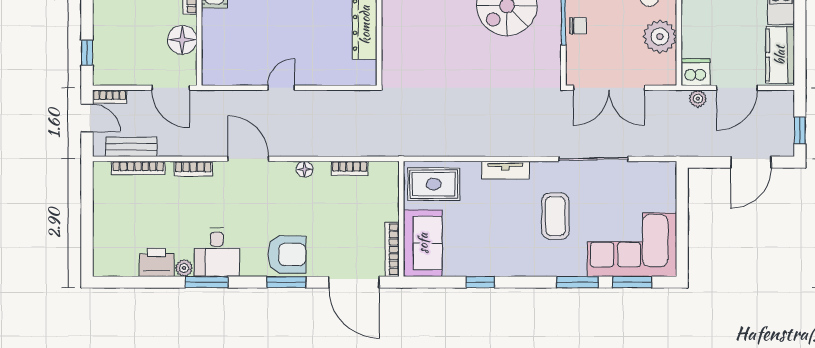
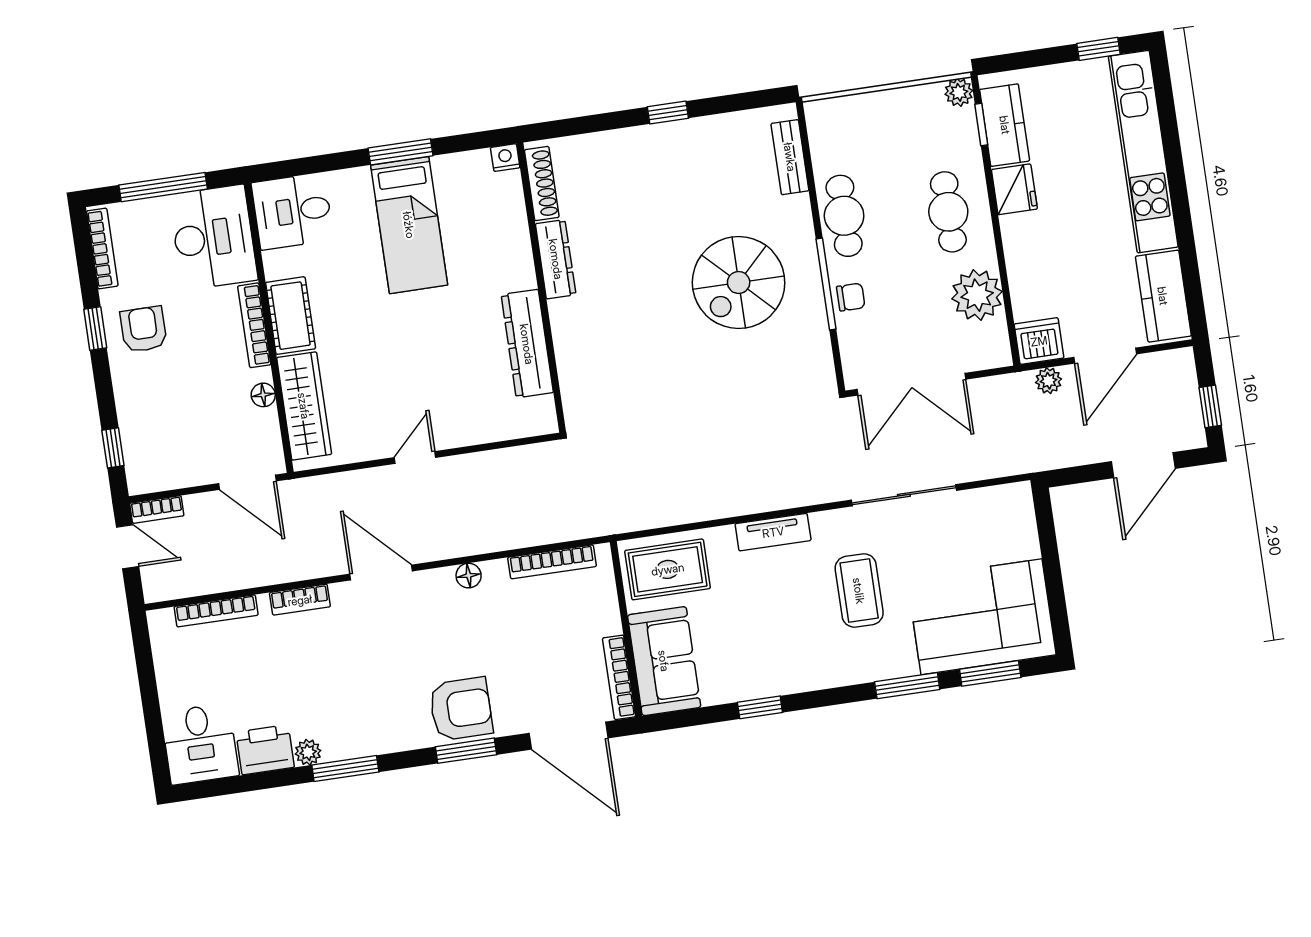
floor lamp: (182, 40) -> (263, 395), width x0.53, depth x0.53
wardrobe: (215, 44) -> (304, 406), added
bench: (131, 147) -> (201, 581), removed
bookcase: (350, 168) -> (552, 562), width x1.56
desk: (217, 252) -> (200, 744), moved

